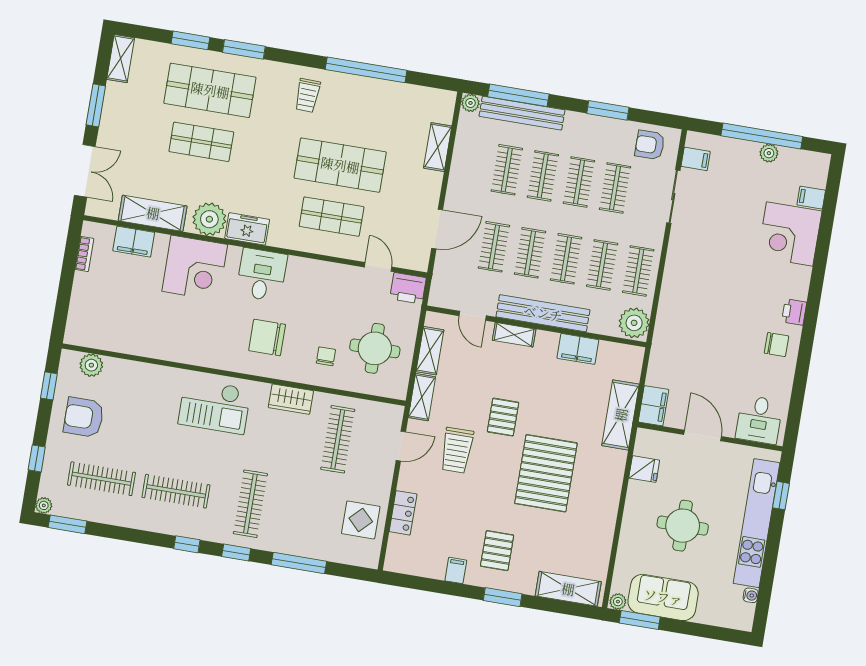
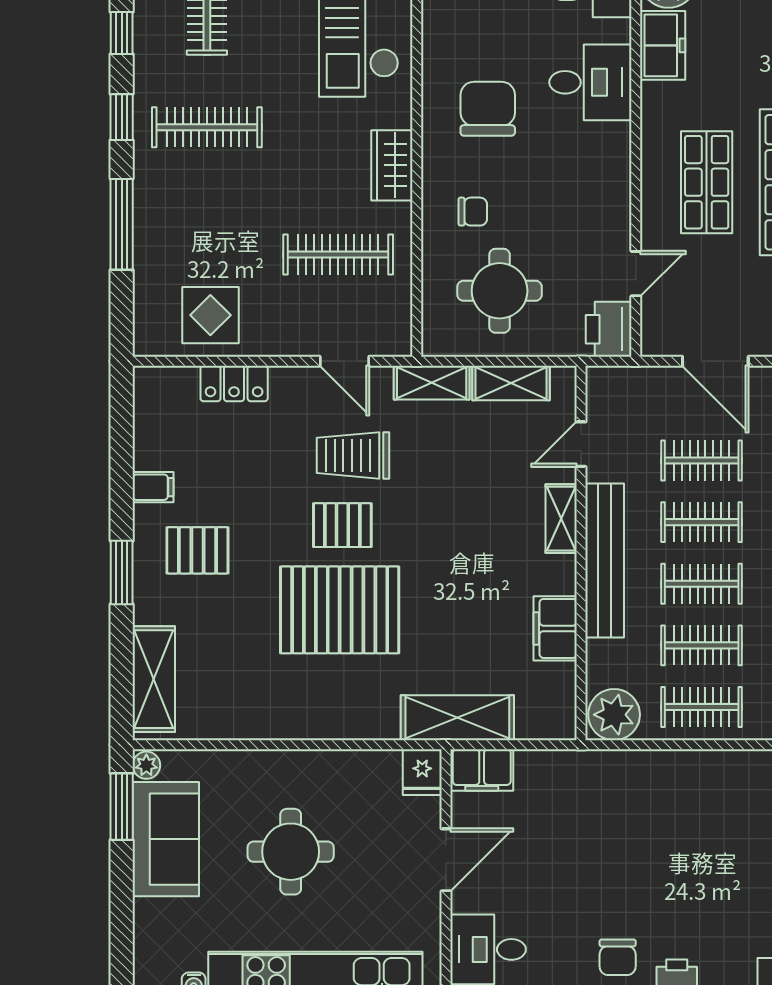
pallet: (503, 417) -> (342, 525), moved
fridge: (644, 469) -> (422, 772), moved

